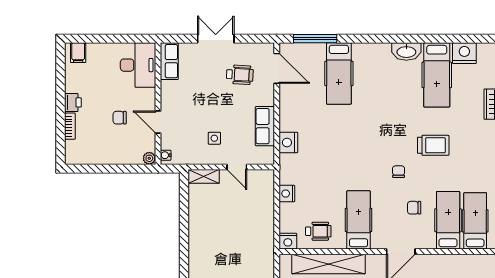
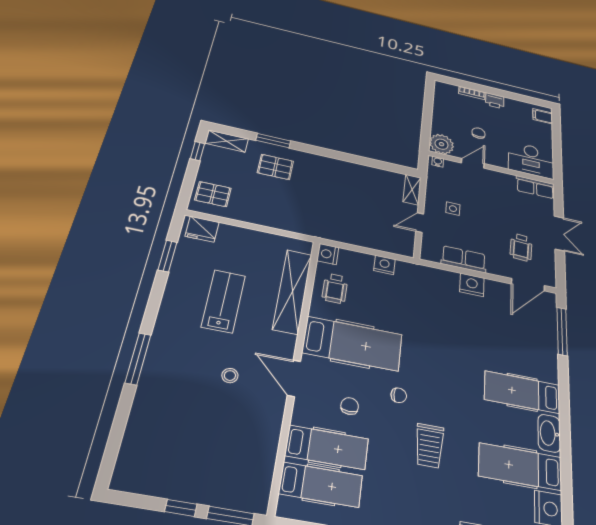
hospital bed: (339, 73) -> (522, 392), moved
nightstand: (288, 142) -> (472, 285), moved
plant: (149, 158) -> (442, 144), width x1.88, depth x1.88
hospital bed: (358, 220) -> (353, 344), width x1.37, depth x1.29

